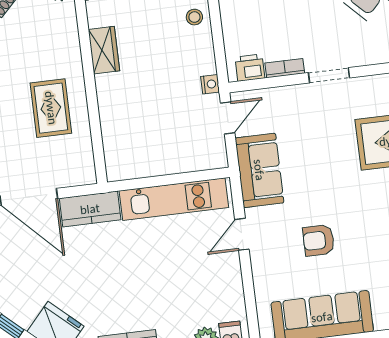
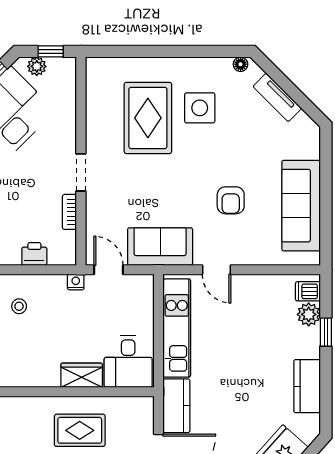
stool: (194, 17) -> (19, 306), moved
wardrobe: (104, 50) -> (82, 375), moved
printer: (250, 68) -> (34, 254), moved, turned 90
desk: (131, 151) -> (128, 361), added

